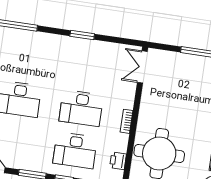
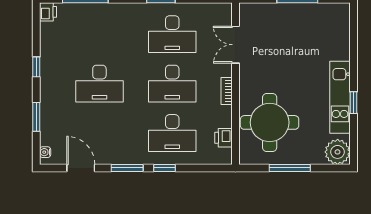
desk: (87, 66) -> (172, 34), added
double door: (142, 67) -> (235, 45), moved

